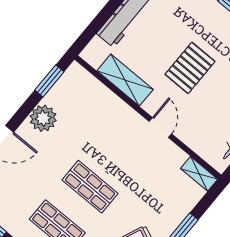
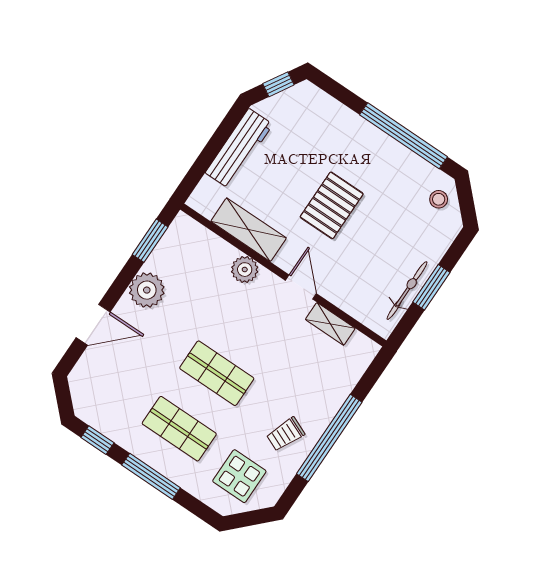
plant: (119, 110) -> (245, 270), added
shelving: (199, 174) -> (330, 324), moved

